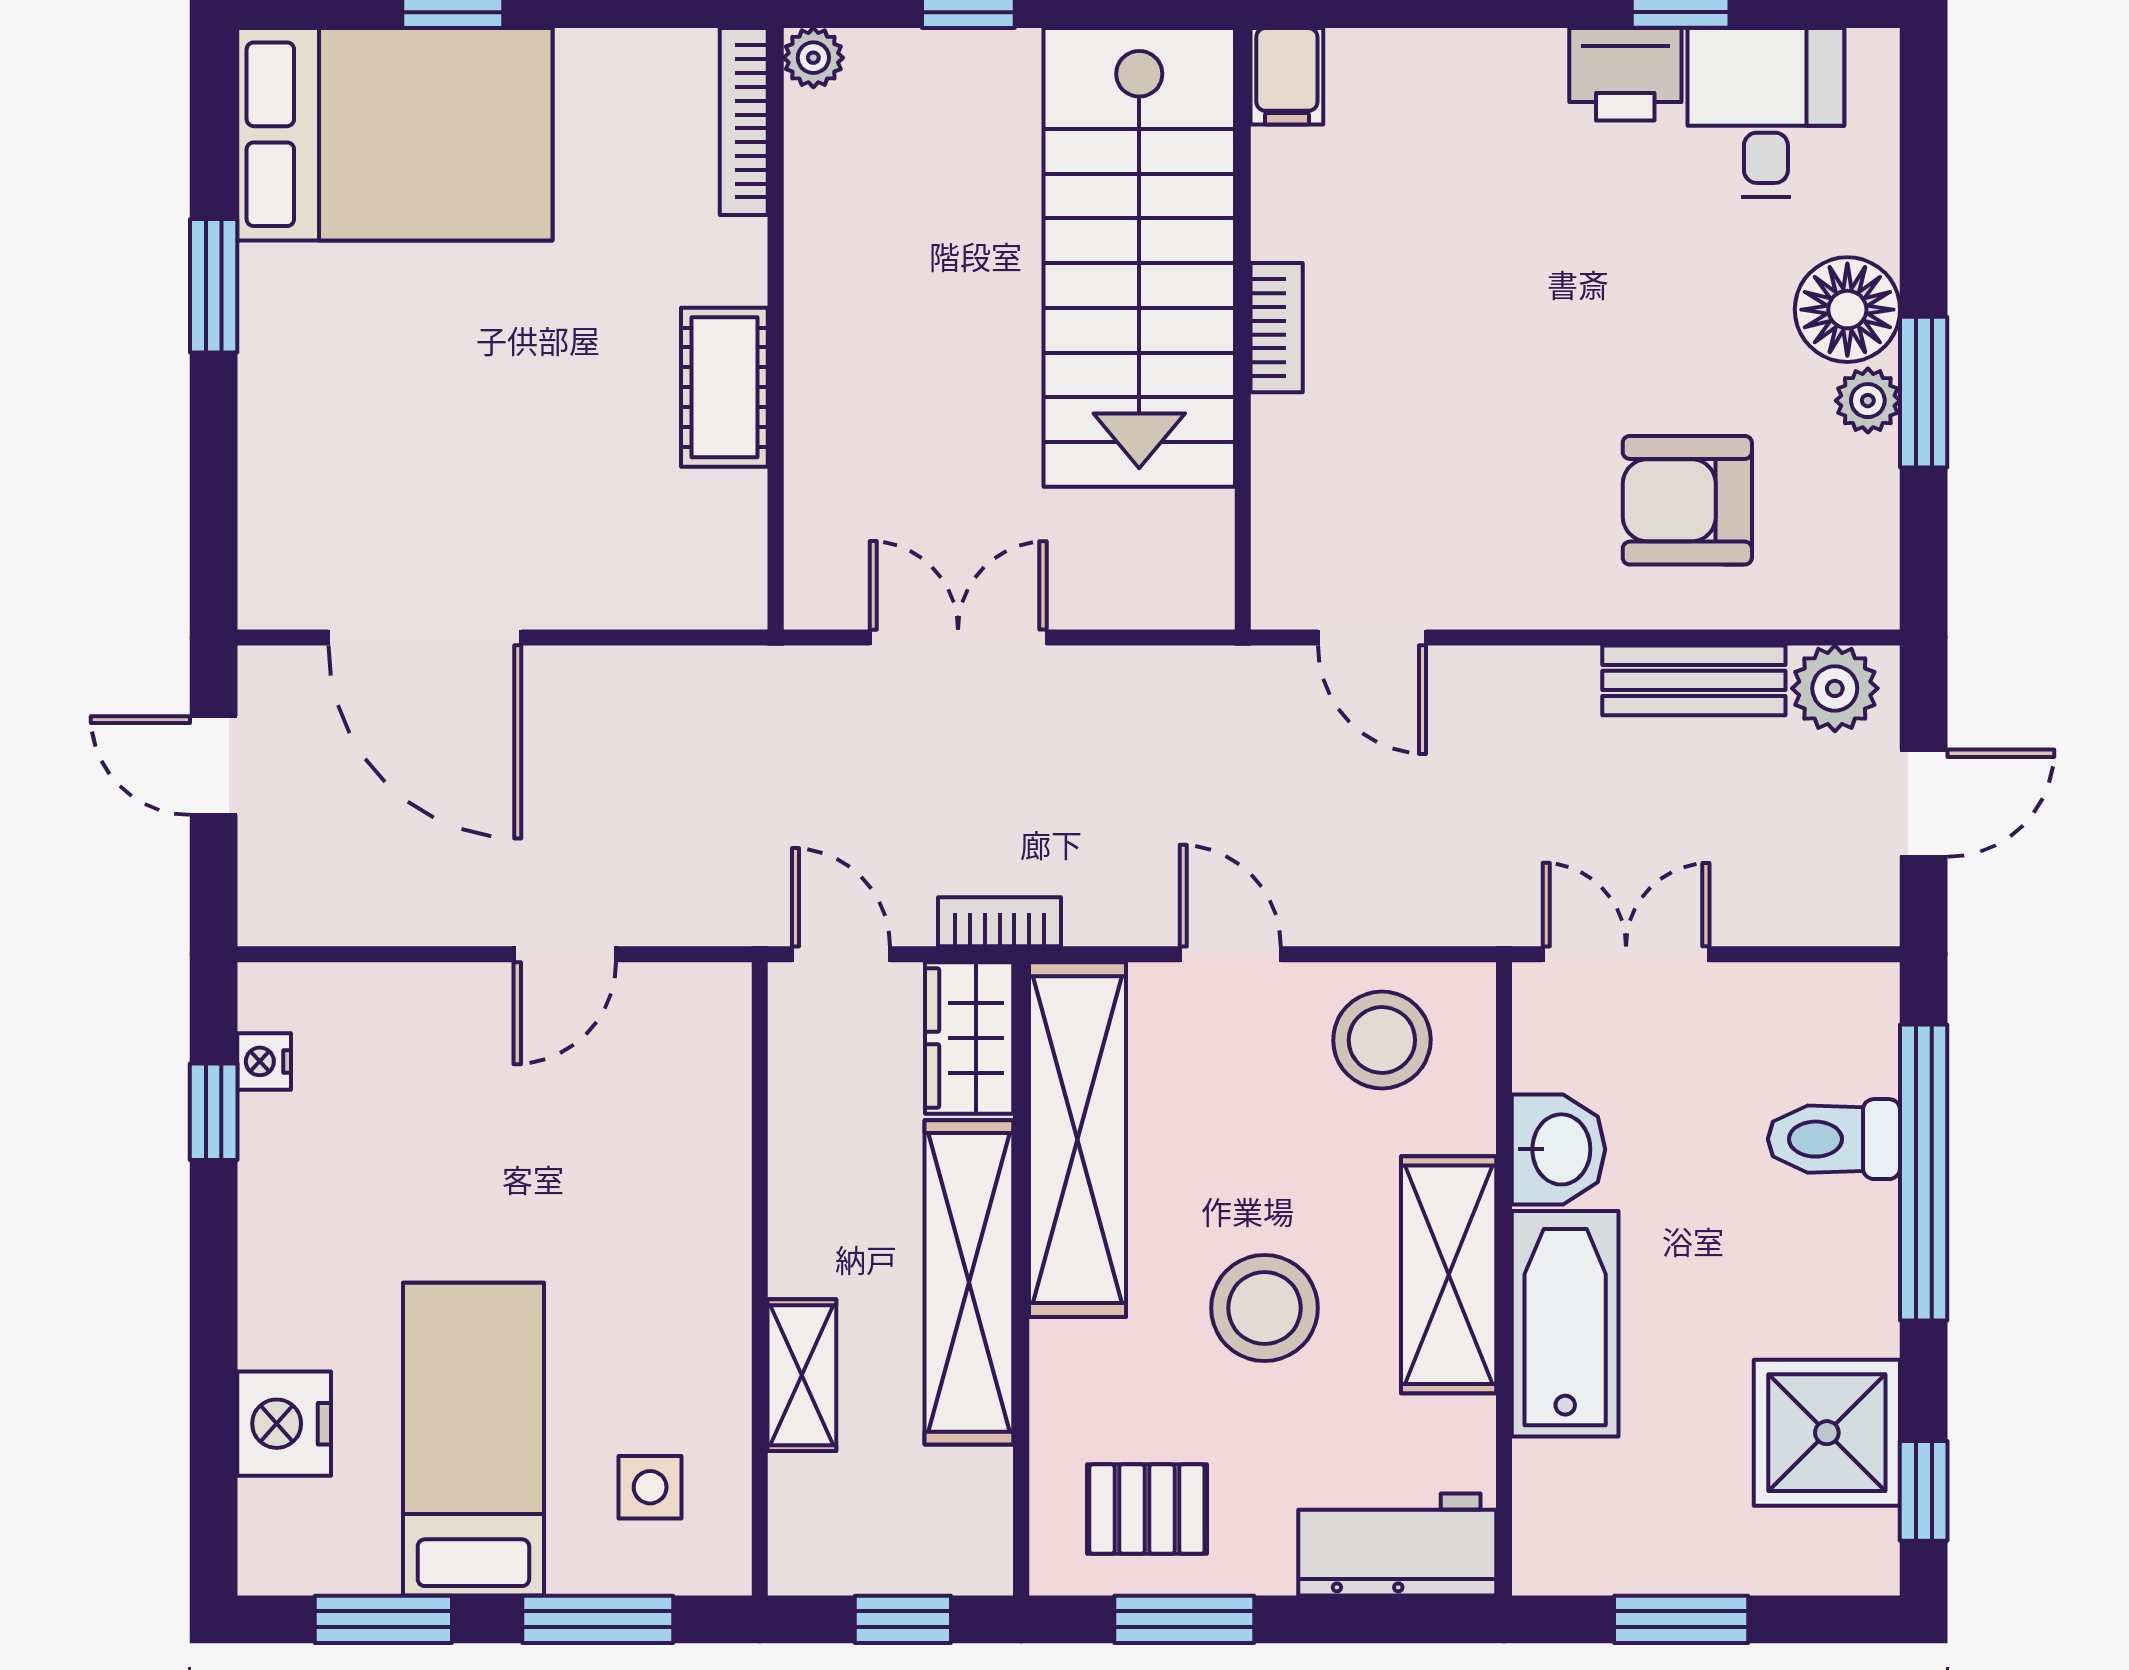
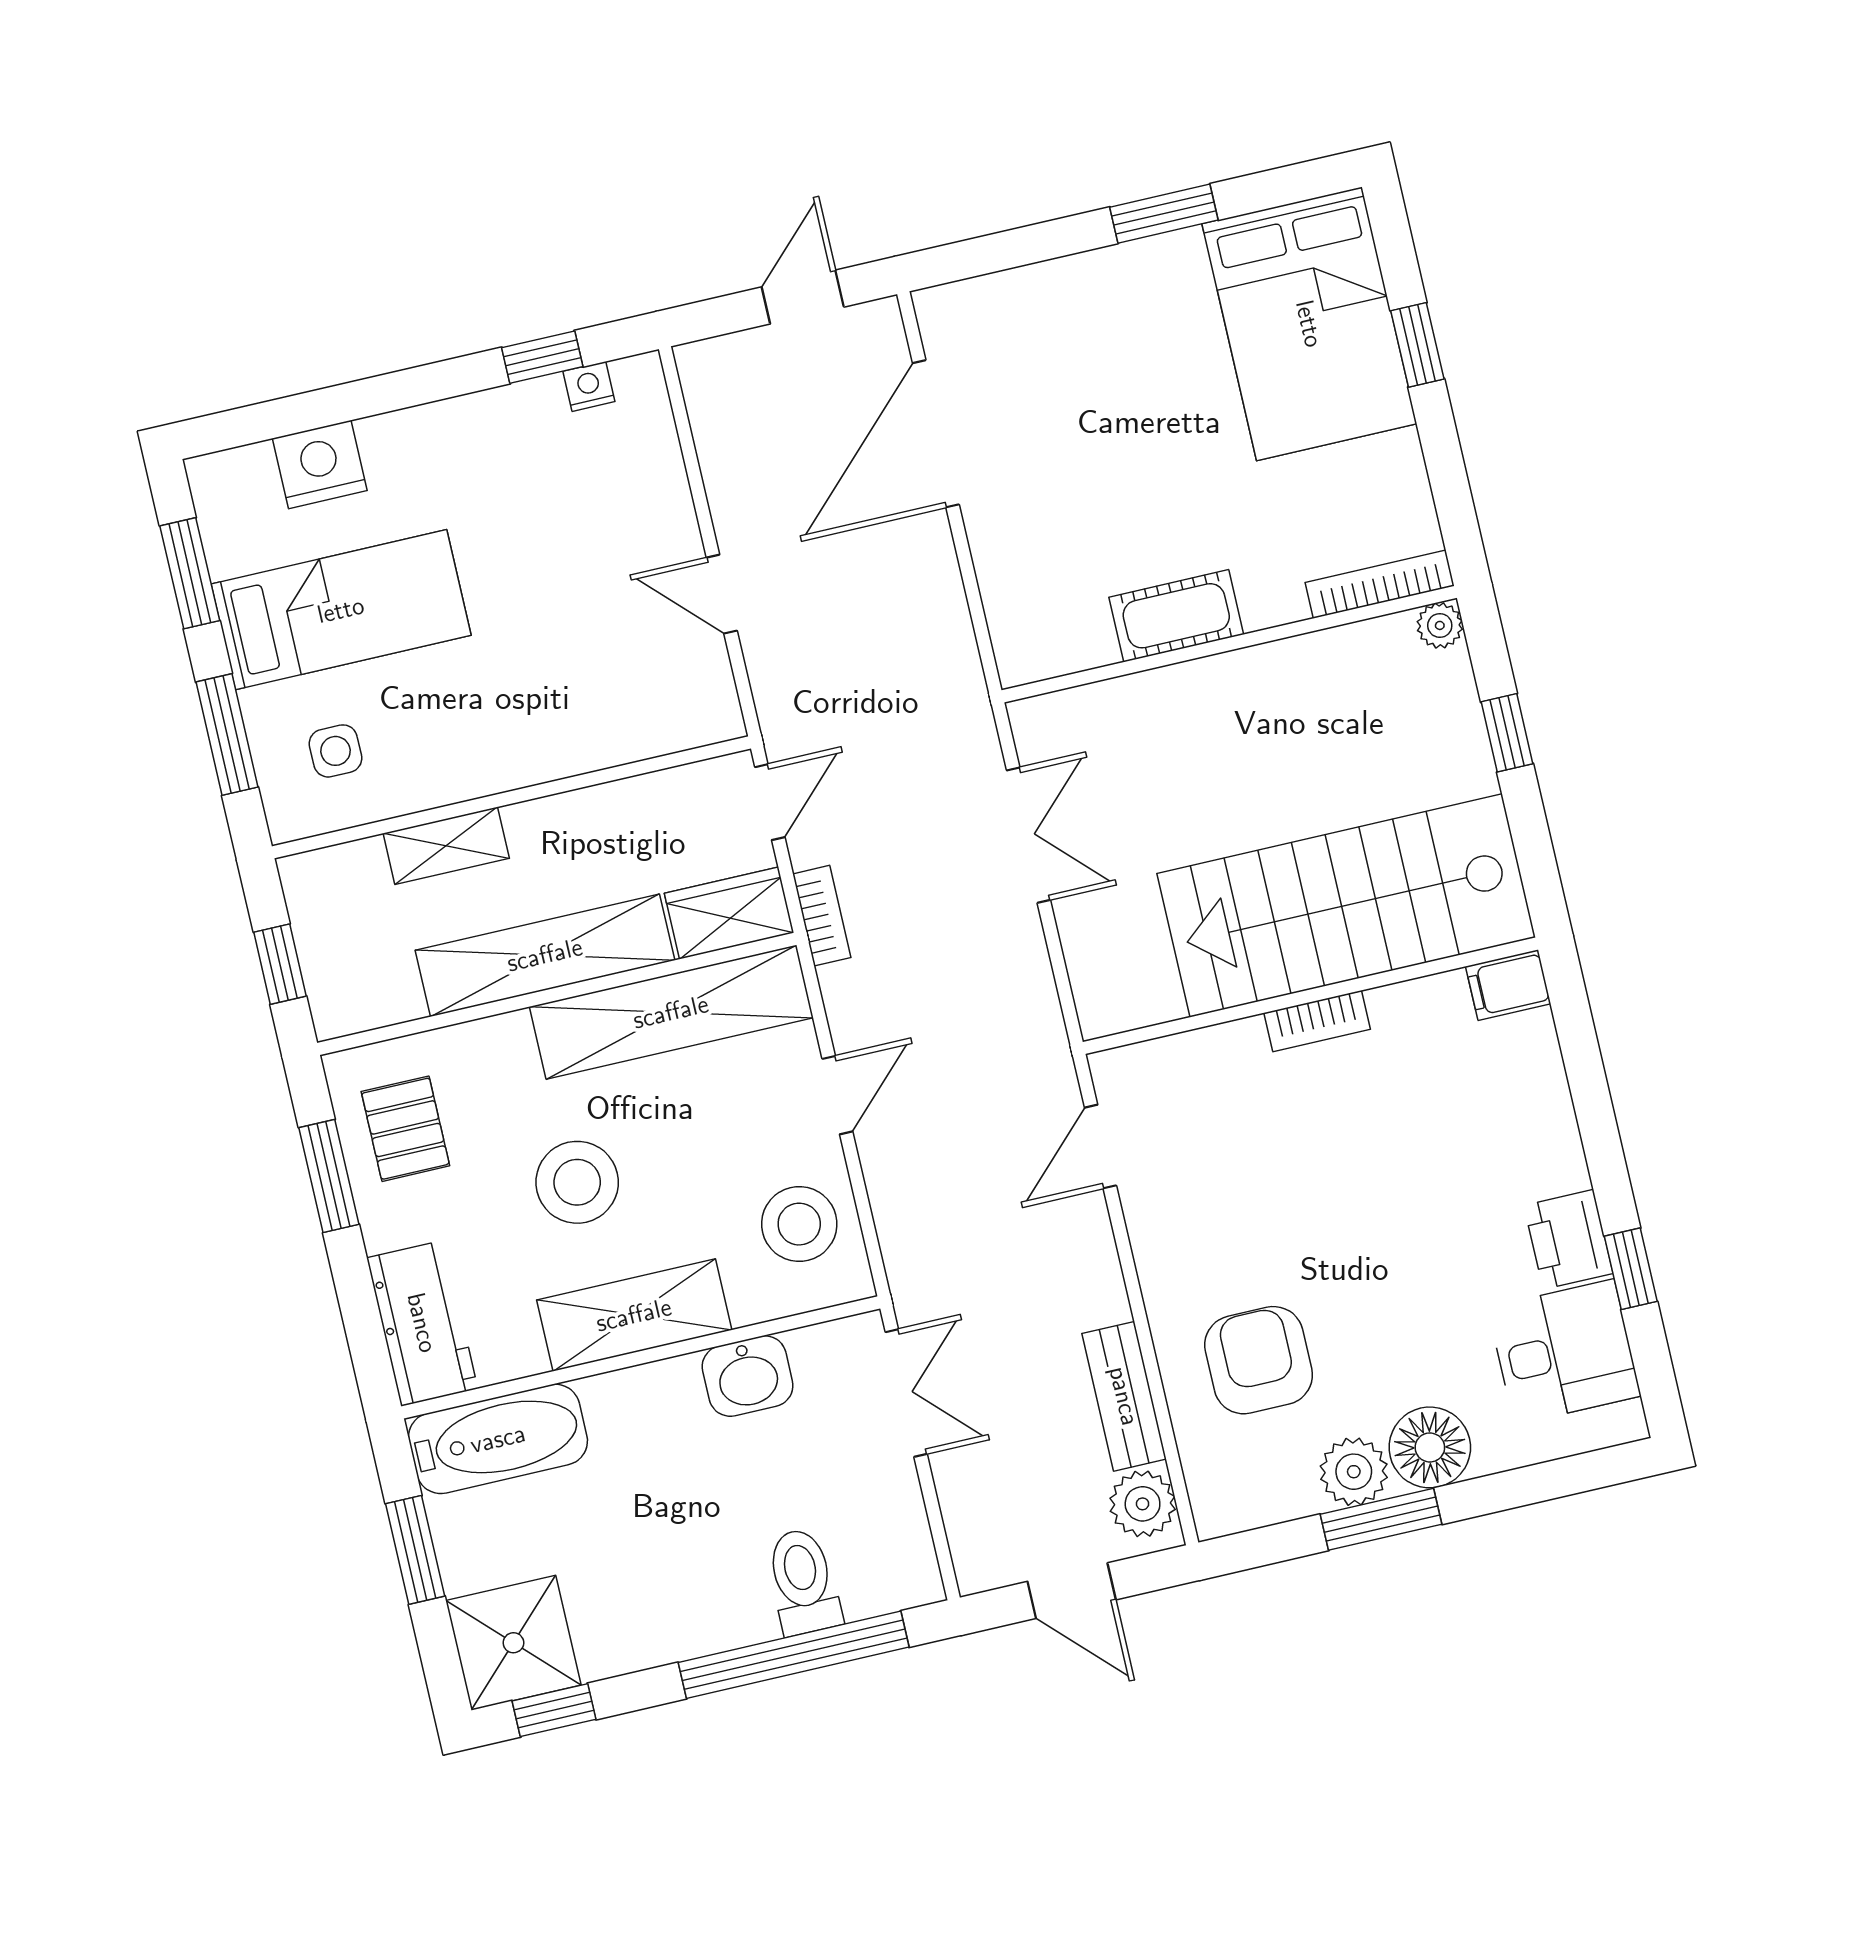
plant: (1868, 401) -> (1354, 1472), width x1.38, depth x1.38
bathtub: (1565, 1324) -> (498, 1439), moved
shower: (1827, 1433) -> (513, 1643), moved

